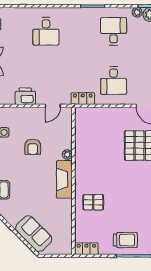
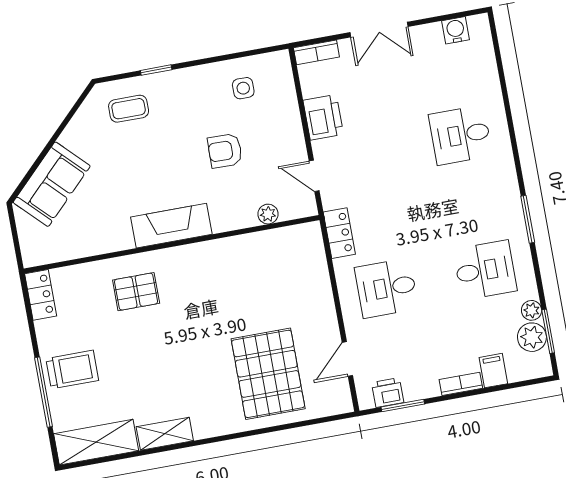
plant: (67, 154) -> (268, 214), moved
pallet: (93, 202) -> (136, 292), turned 90
trolley: (125, 240) -> (72, 370), turned -90

